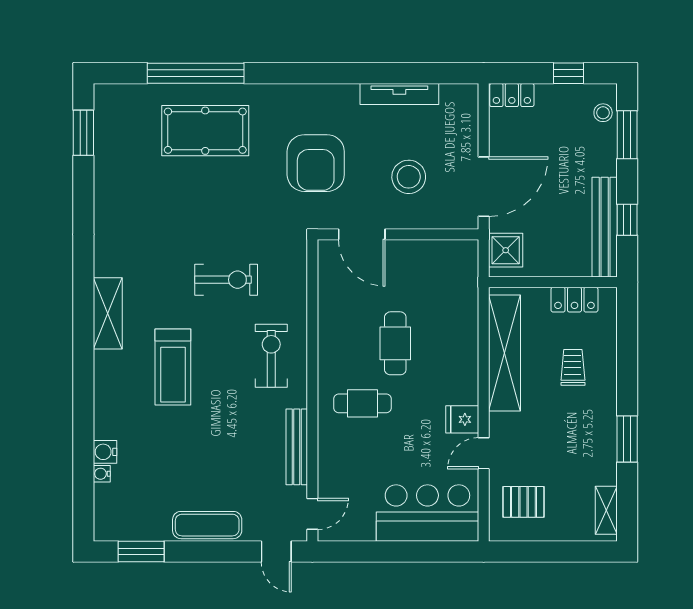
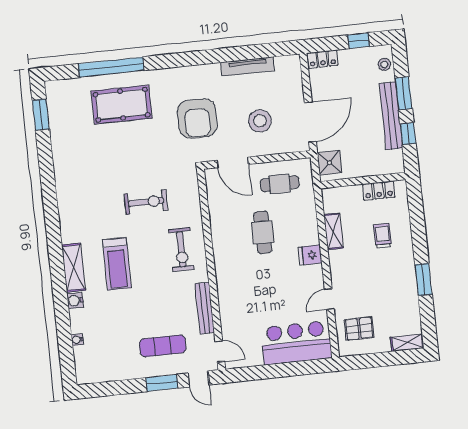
window: (627, 135) -> (404, 93), moved
bench: (605, 227) -> (391, 116), moved
shelving: (108, 313) -> (73, 268), moved
shelving: (505, 353) -> (333, 231), width x0.45, depth x0.75
exercise bike: (271, 356) -> (181, 249), turned 180
cafe table: (362, 403) -> (280, 184), moved
fridge: (462, 419) -> (310, 255), moved
water cooler: (105, 452) -> (75, 301), moved
shelving: (606, 510) -> (407, 343), moved, turned 90
door: (312, 514) -> (220, 351), hinge flipped
exercise mat: (207, 525) -> (163, 346), moved
window: (141, 552) -> (162, 383), moved

